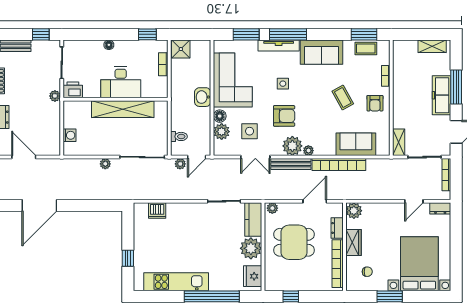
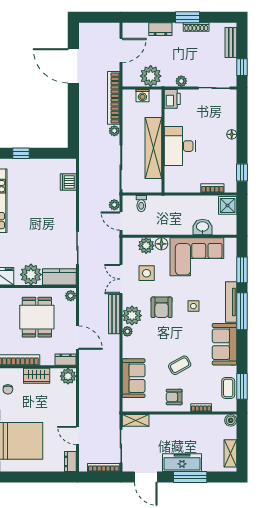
boiler: (399, 46) -> (231, 420), added
desk: (121, 82) -> (180, 146), moved
printer: (73, 90) -> (172, 99), moved
washbasin: (203, 97) -> (203, 227), moved
wall: (116, 99) -> (163, 141), moved
shelving: (123, 109) -> (153, 148), moved
plant: (50, 127) -> (151, 76), added
bookcase: (339, 165) -> (114, 98), moved
dresser: (337, 228) -> (66, 360), moved

